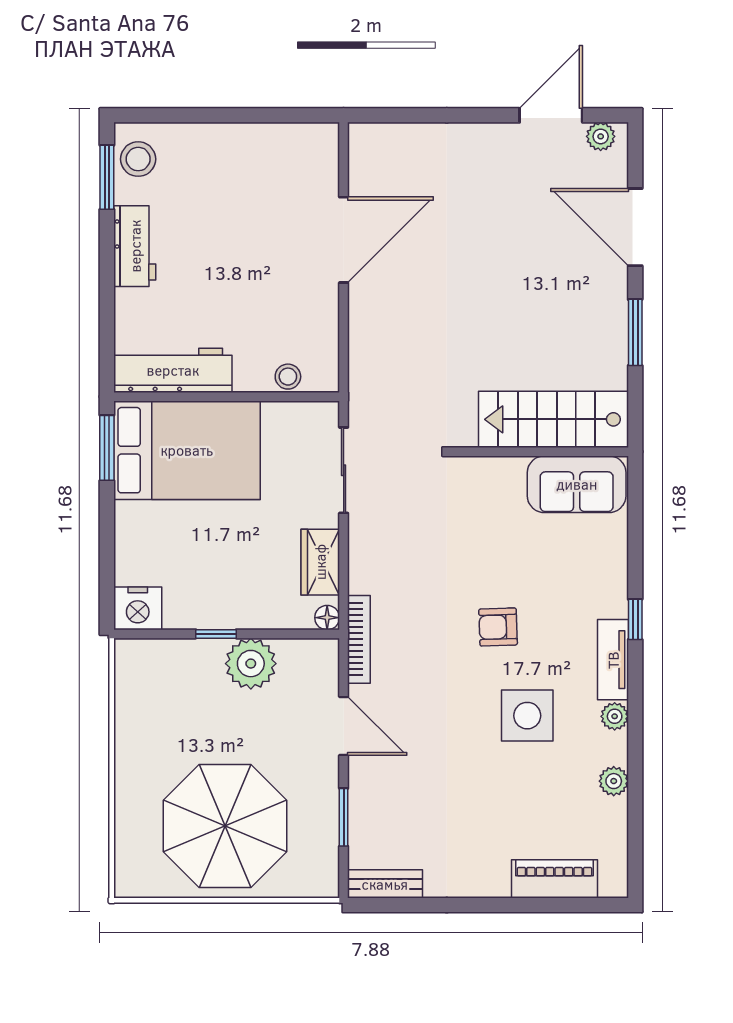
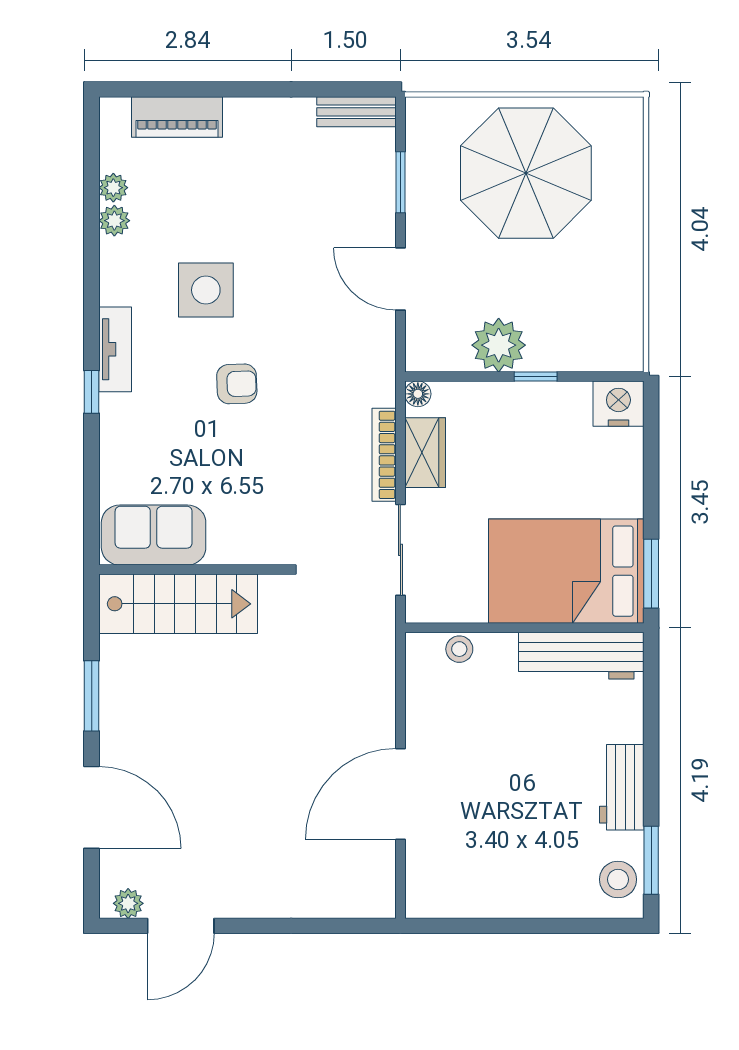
bookcase: (359, 639) -> (384, 455), moved
plant: (615, 716) -> (113, 188), moved

